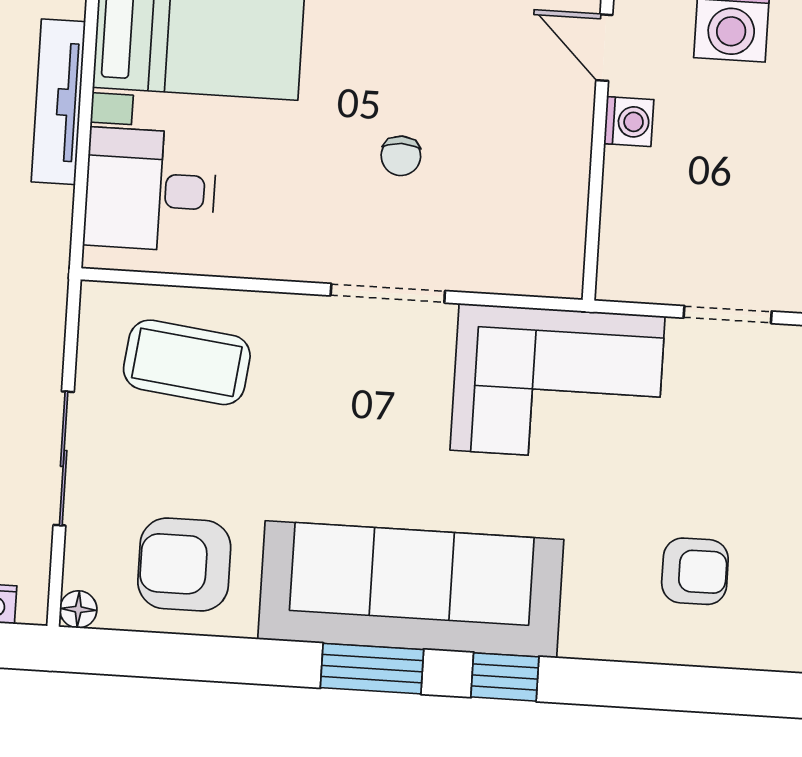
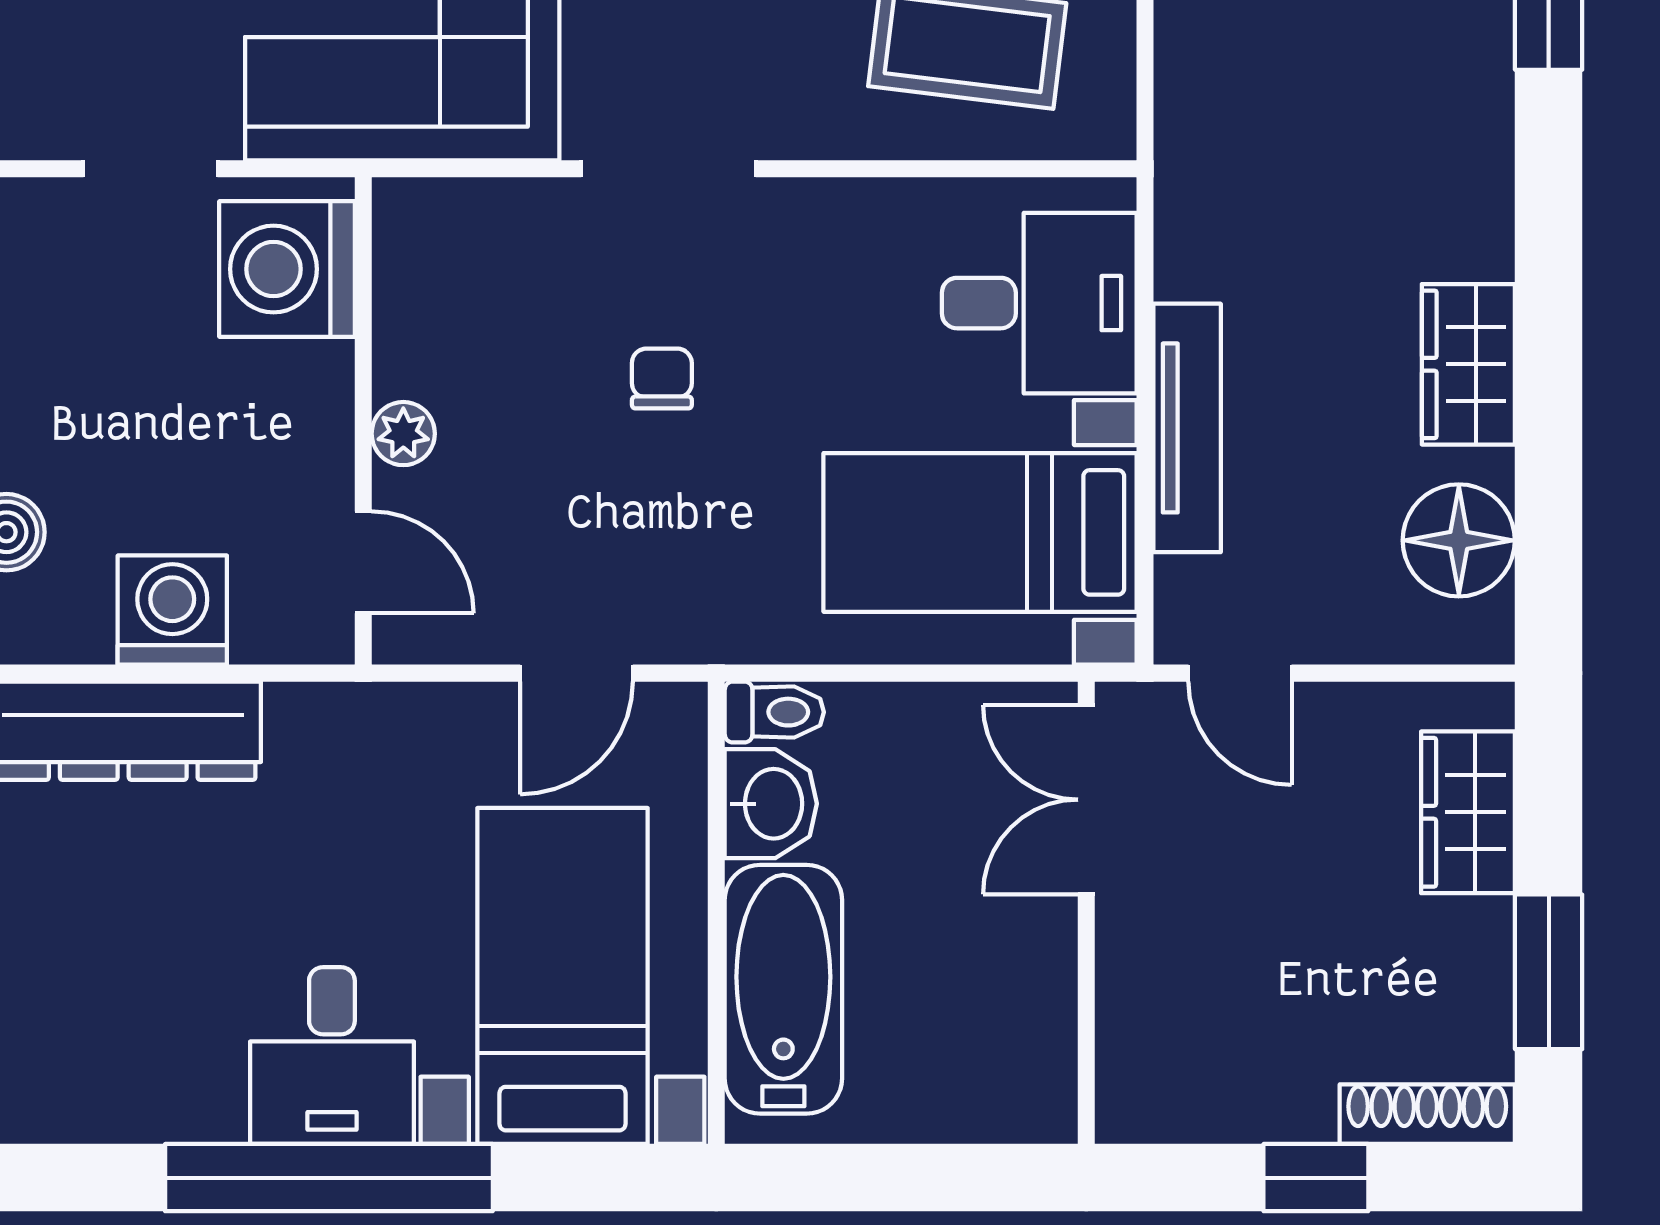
washing machine: (629, 122) -> (287, 269), moved, width x1.89, depth x1.89
plant: (573, 130) -> (403, 434), added

